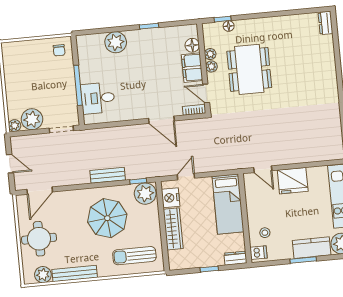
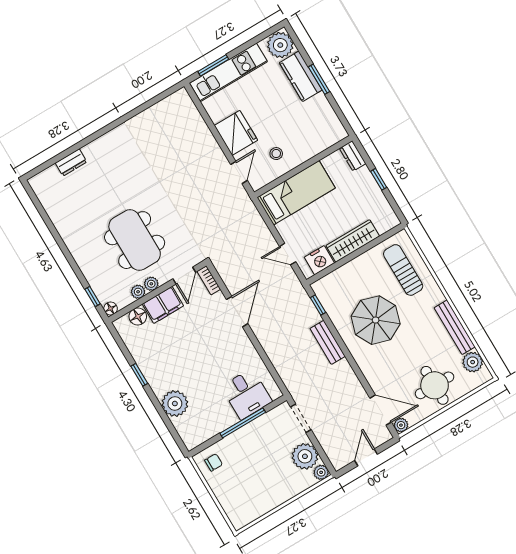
dresser: (325, 23) -> (71, 163), moved
floor lamp: (229, 26) -> (111, 309), moved
dining table: (249, 69) -> (135, 240), turned 90
plant: (145, 194) -> (401, 425), moved, width x0.53, depth x0.53
stool: (265, 233) -> (276, 154), moved
dishwasher: (258, 253) -> (334, 133), removed
sun lounger: (134, 256) -> (403, 270), turned 180

